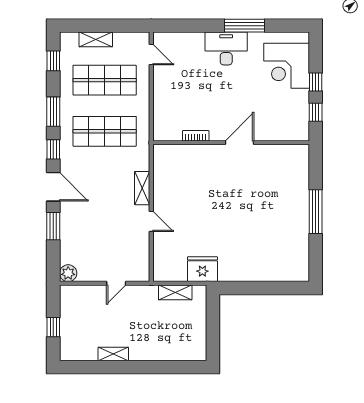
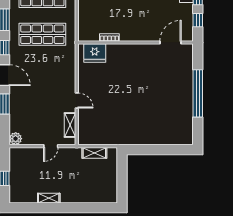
door: (239, 143) -> (171, 43), moved
shelving: (142, 188) -> (70, 125), moved
window: (316, 212) -> (198, 93), width x1.46
fridge: (202, 269) -> (95, 53), moved, turned 180

